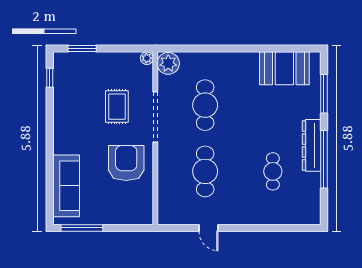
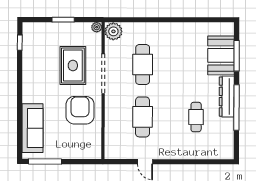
window: (82, 49) -> (63, 20), moved
booth: (284, 68) -> (221, 55), moved, turned 90
rug: (117, 107) -> (73, 65), width x1.36, depth x1.43

